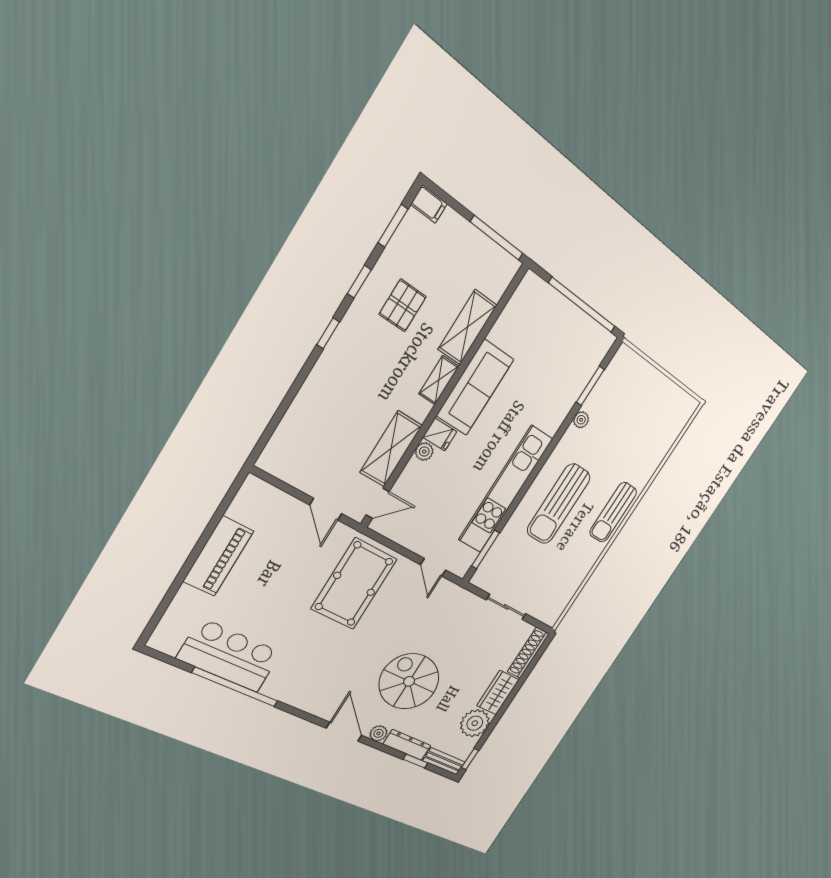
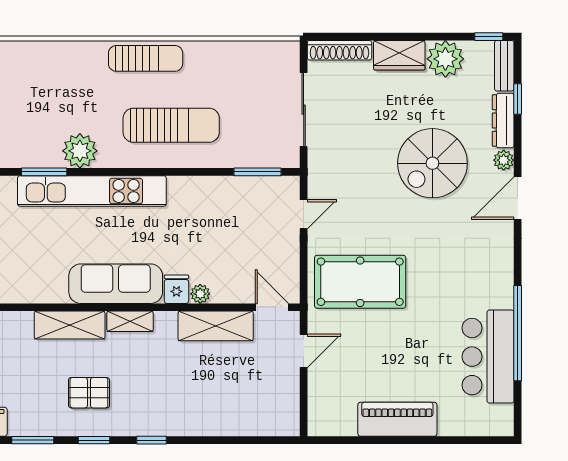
plant: (581, 420) -> (80, 151), width x1.87, depth x1.87
kitchen unit: (506, 489) -> (92, 191), moved
sliding door: (506, 607) -> (304, 110), width x1.37

